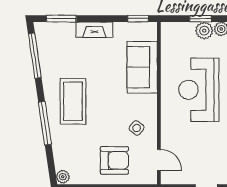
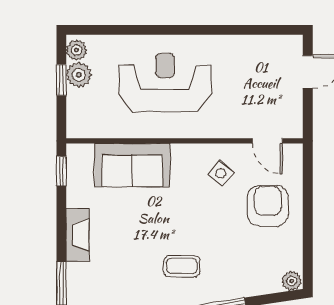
reception desk: (199, 90) -> (165, 83), turned 180
coffee table: (73, 101) -> (182, 266), width x0.54, depth x0.58
door: (159, 160) -> (267, 141), swing flipped

